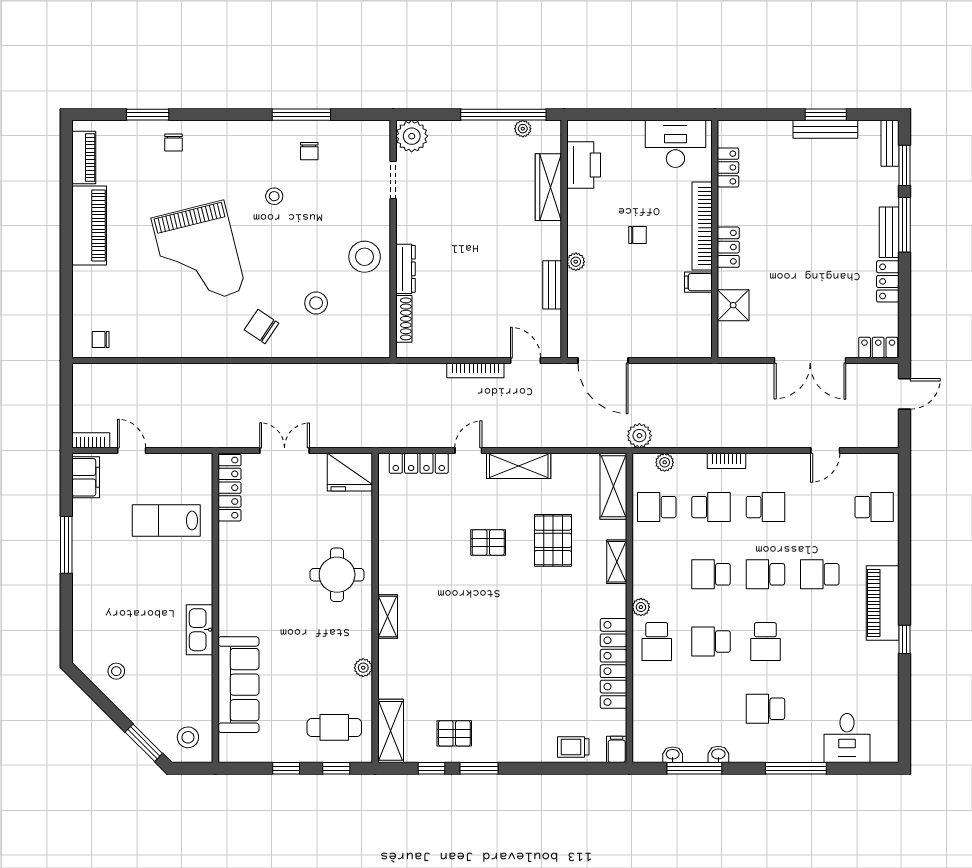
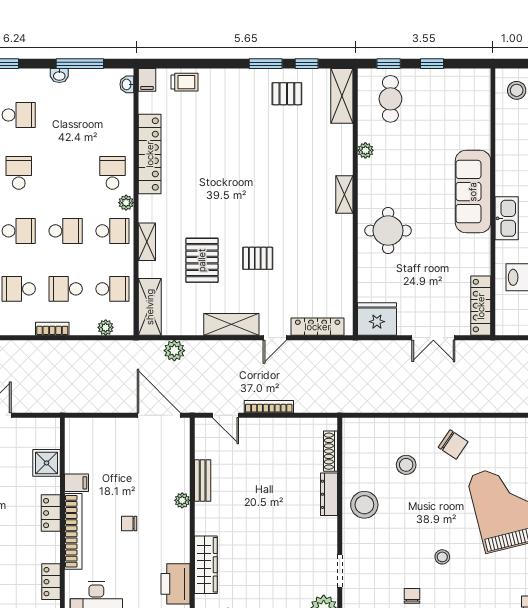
plant: (639, 436) -> (174, 351), moved
kitchen sink: (199, 630) -> (507, 218), moved
school desk: (711, 642) -> (112, 231), moved
sofa: (238, 685) -> (473, 192), moved
cafe table: (334, 727) -> (390, 99), turned 90
washbasin: (673, 755) -> (127, 84), moved, turned 90

